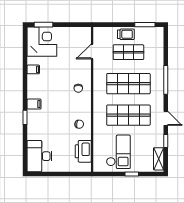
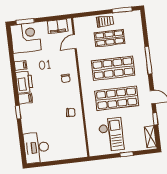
filing cabinet: (76, 33) -> (57, 26), added
printer: (83, 151) -> (24, 82), moved, turned 180

